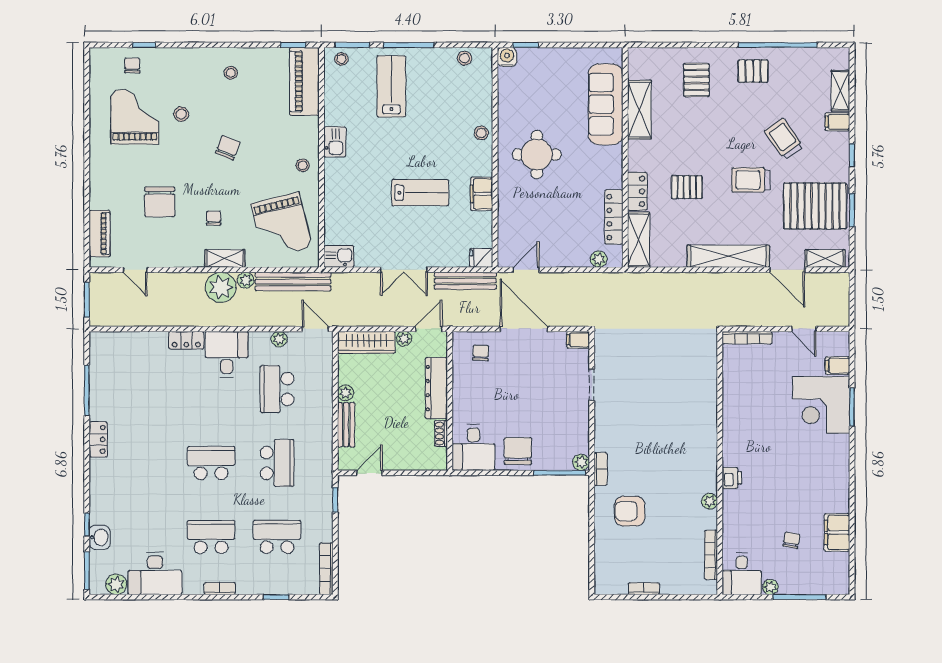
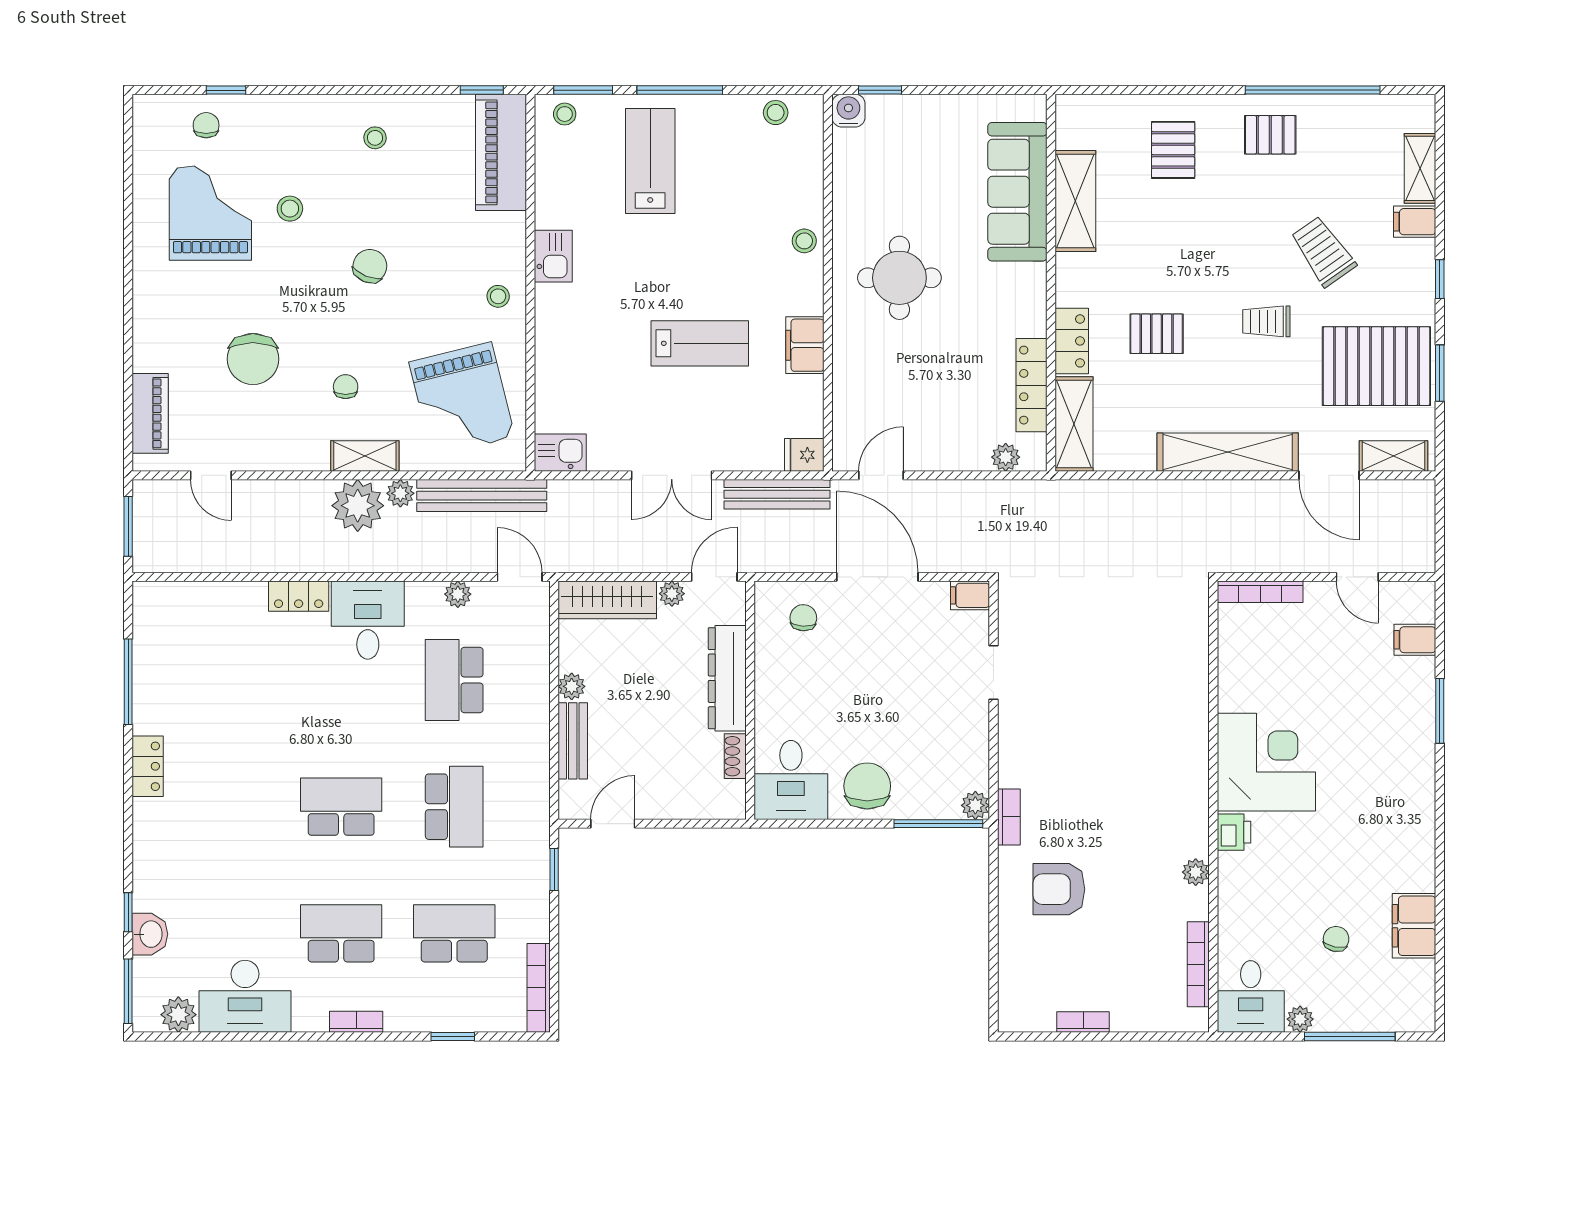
trolley: (751, 180) -> (1266, 321), width x0.73, depth x0.72
corner desk: (821, 405) -> (1266, 762), moved, turned 180

